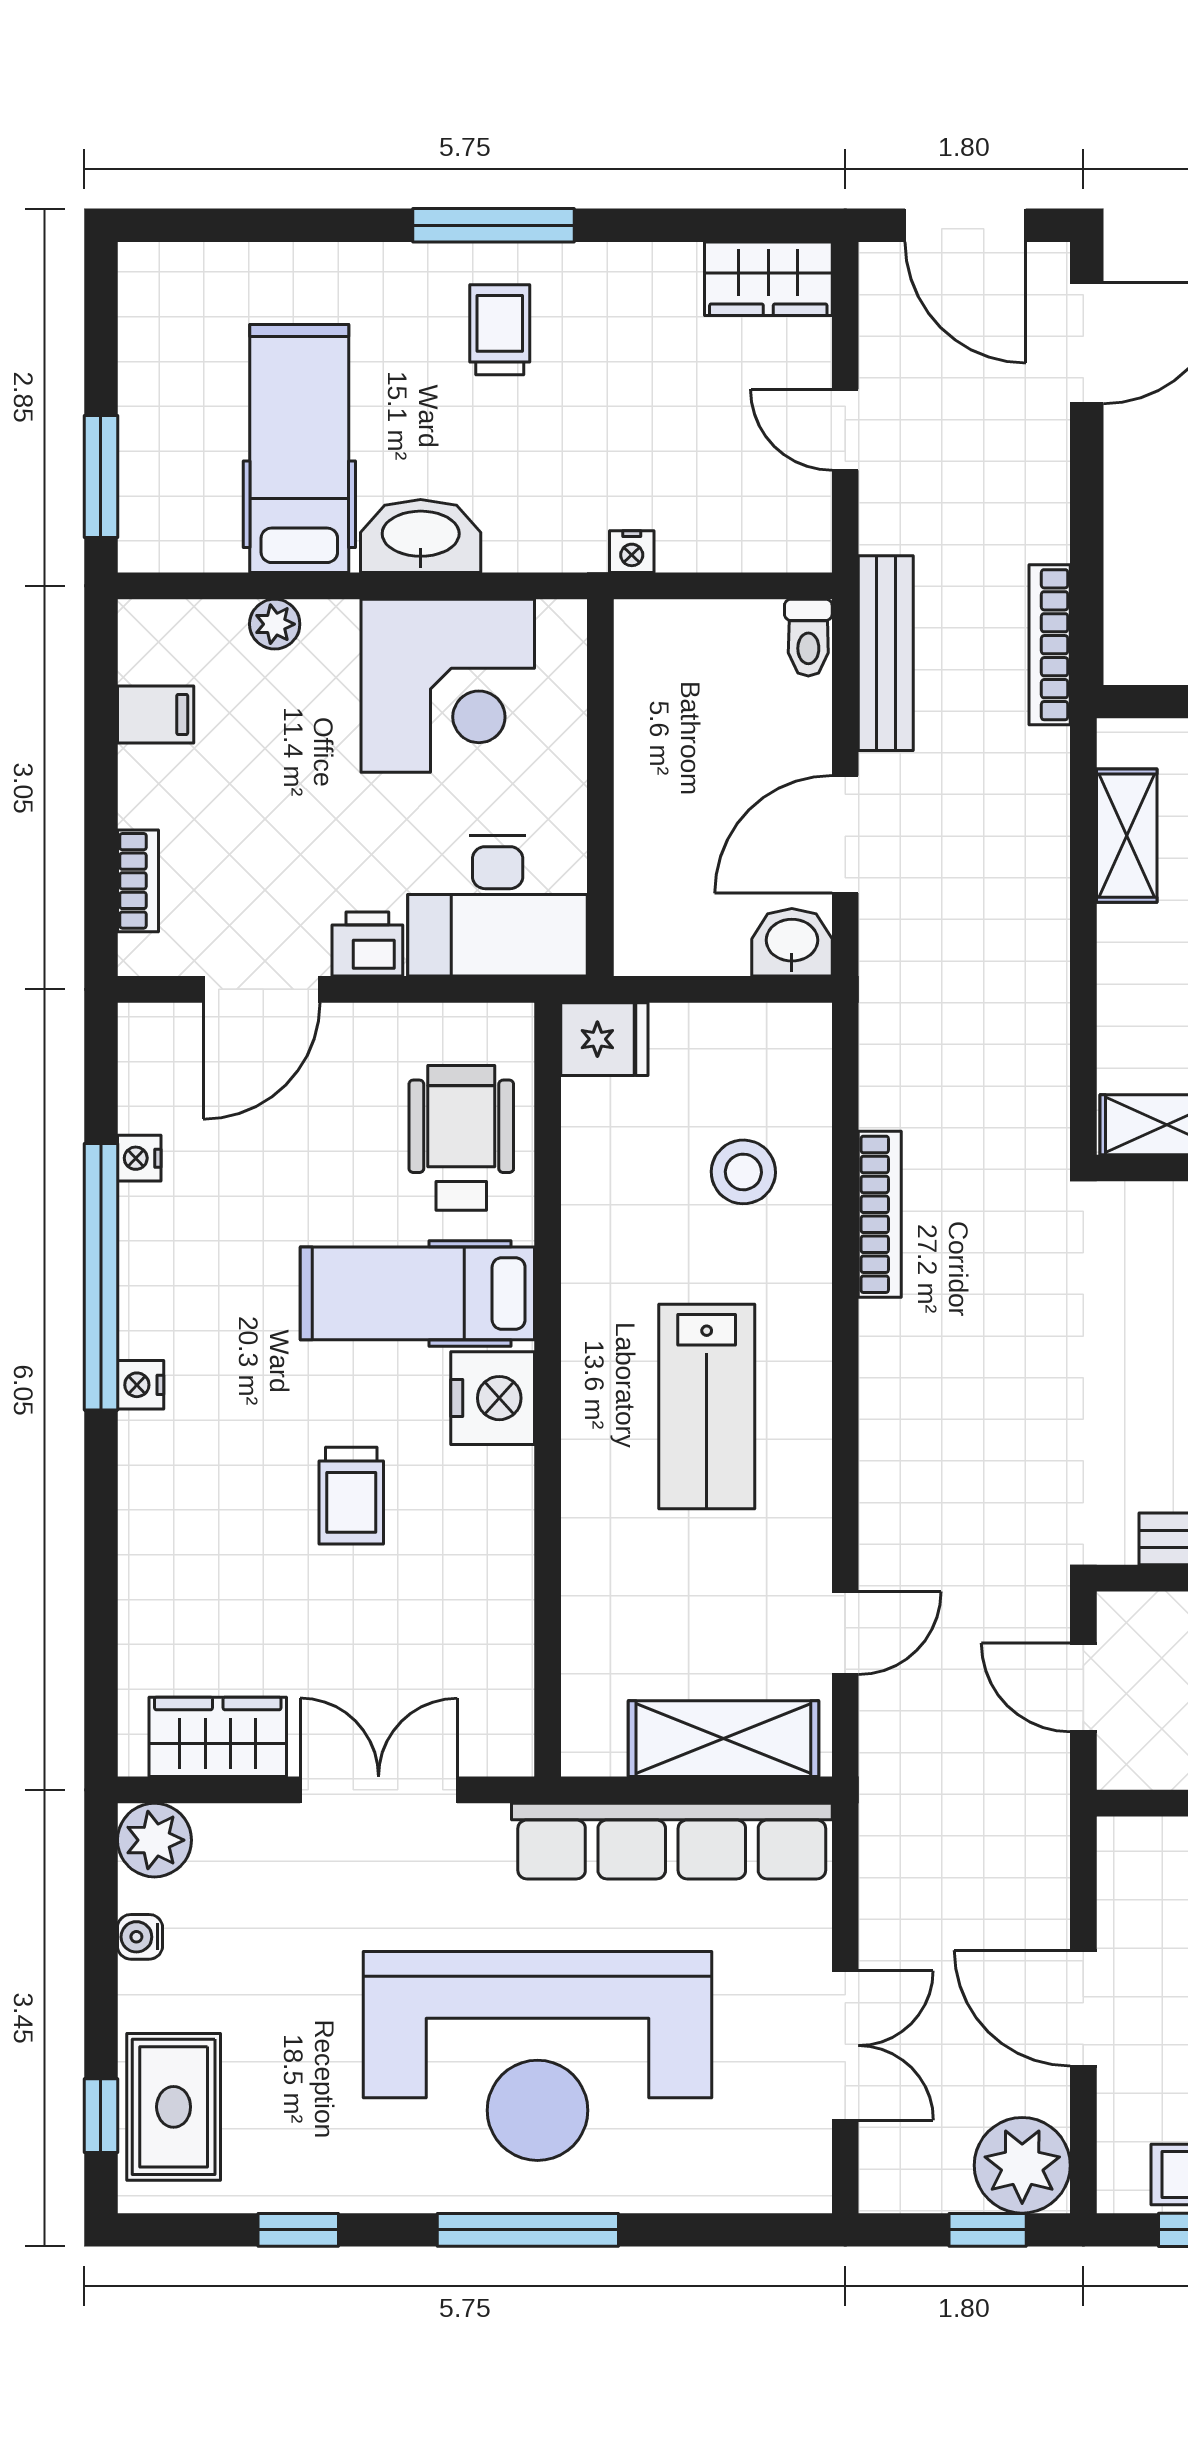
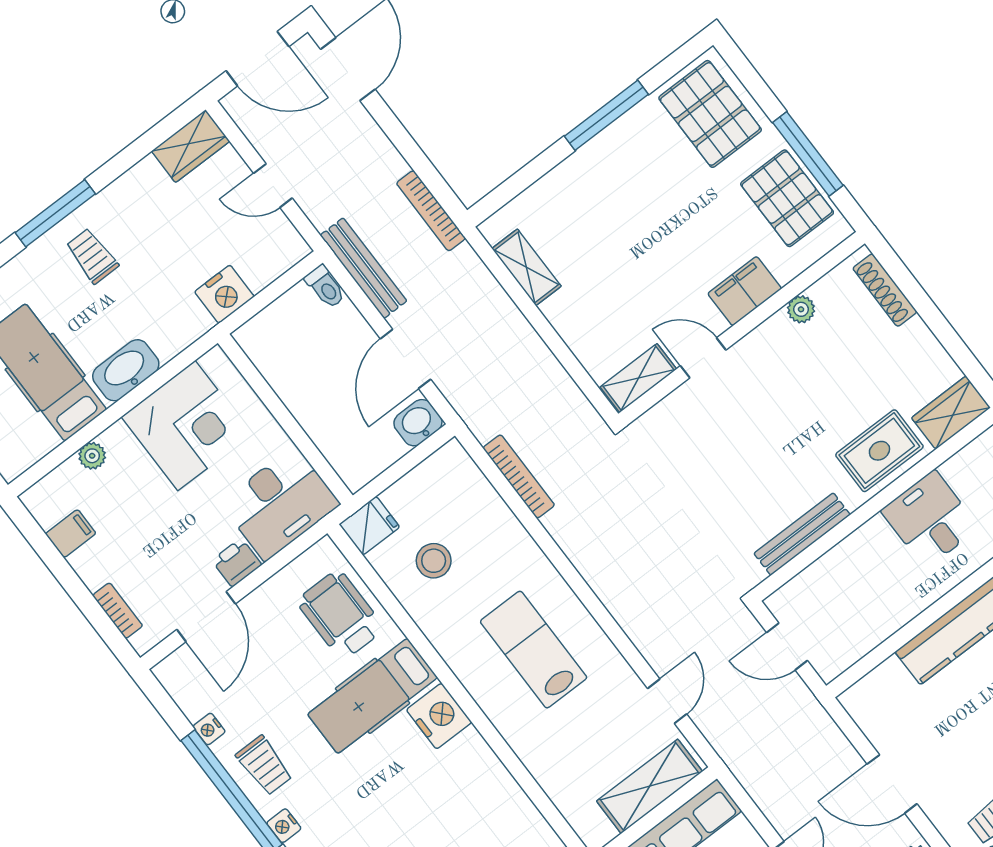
nightstand: (632, 552) -> (224, 294), width x1.89, depth x1.79
stool: (743, 1172) -> (434, 561), moved
bookcase: (880, 1214) -> (519, 476), moved
lab bench: (707, 1407) -> (534, 650), turned 180
trolley: (351, 1496) -> (264, 765), moved

